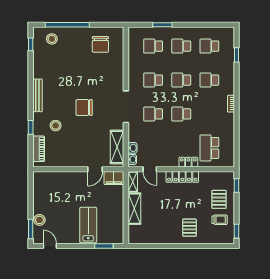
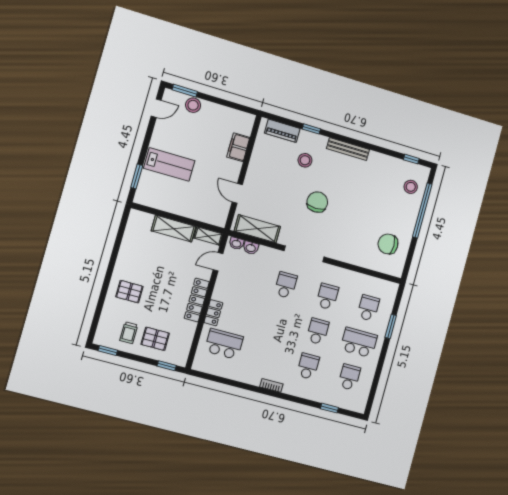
school desk: (181, 46) -> (359, 343), width x1.85
school desk: (181, 114) -> (276, 320), removed
filing cabinet: (114, 178) -> (238, 147), moved

